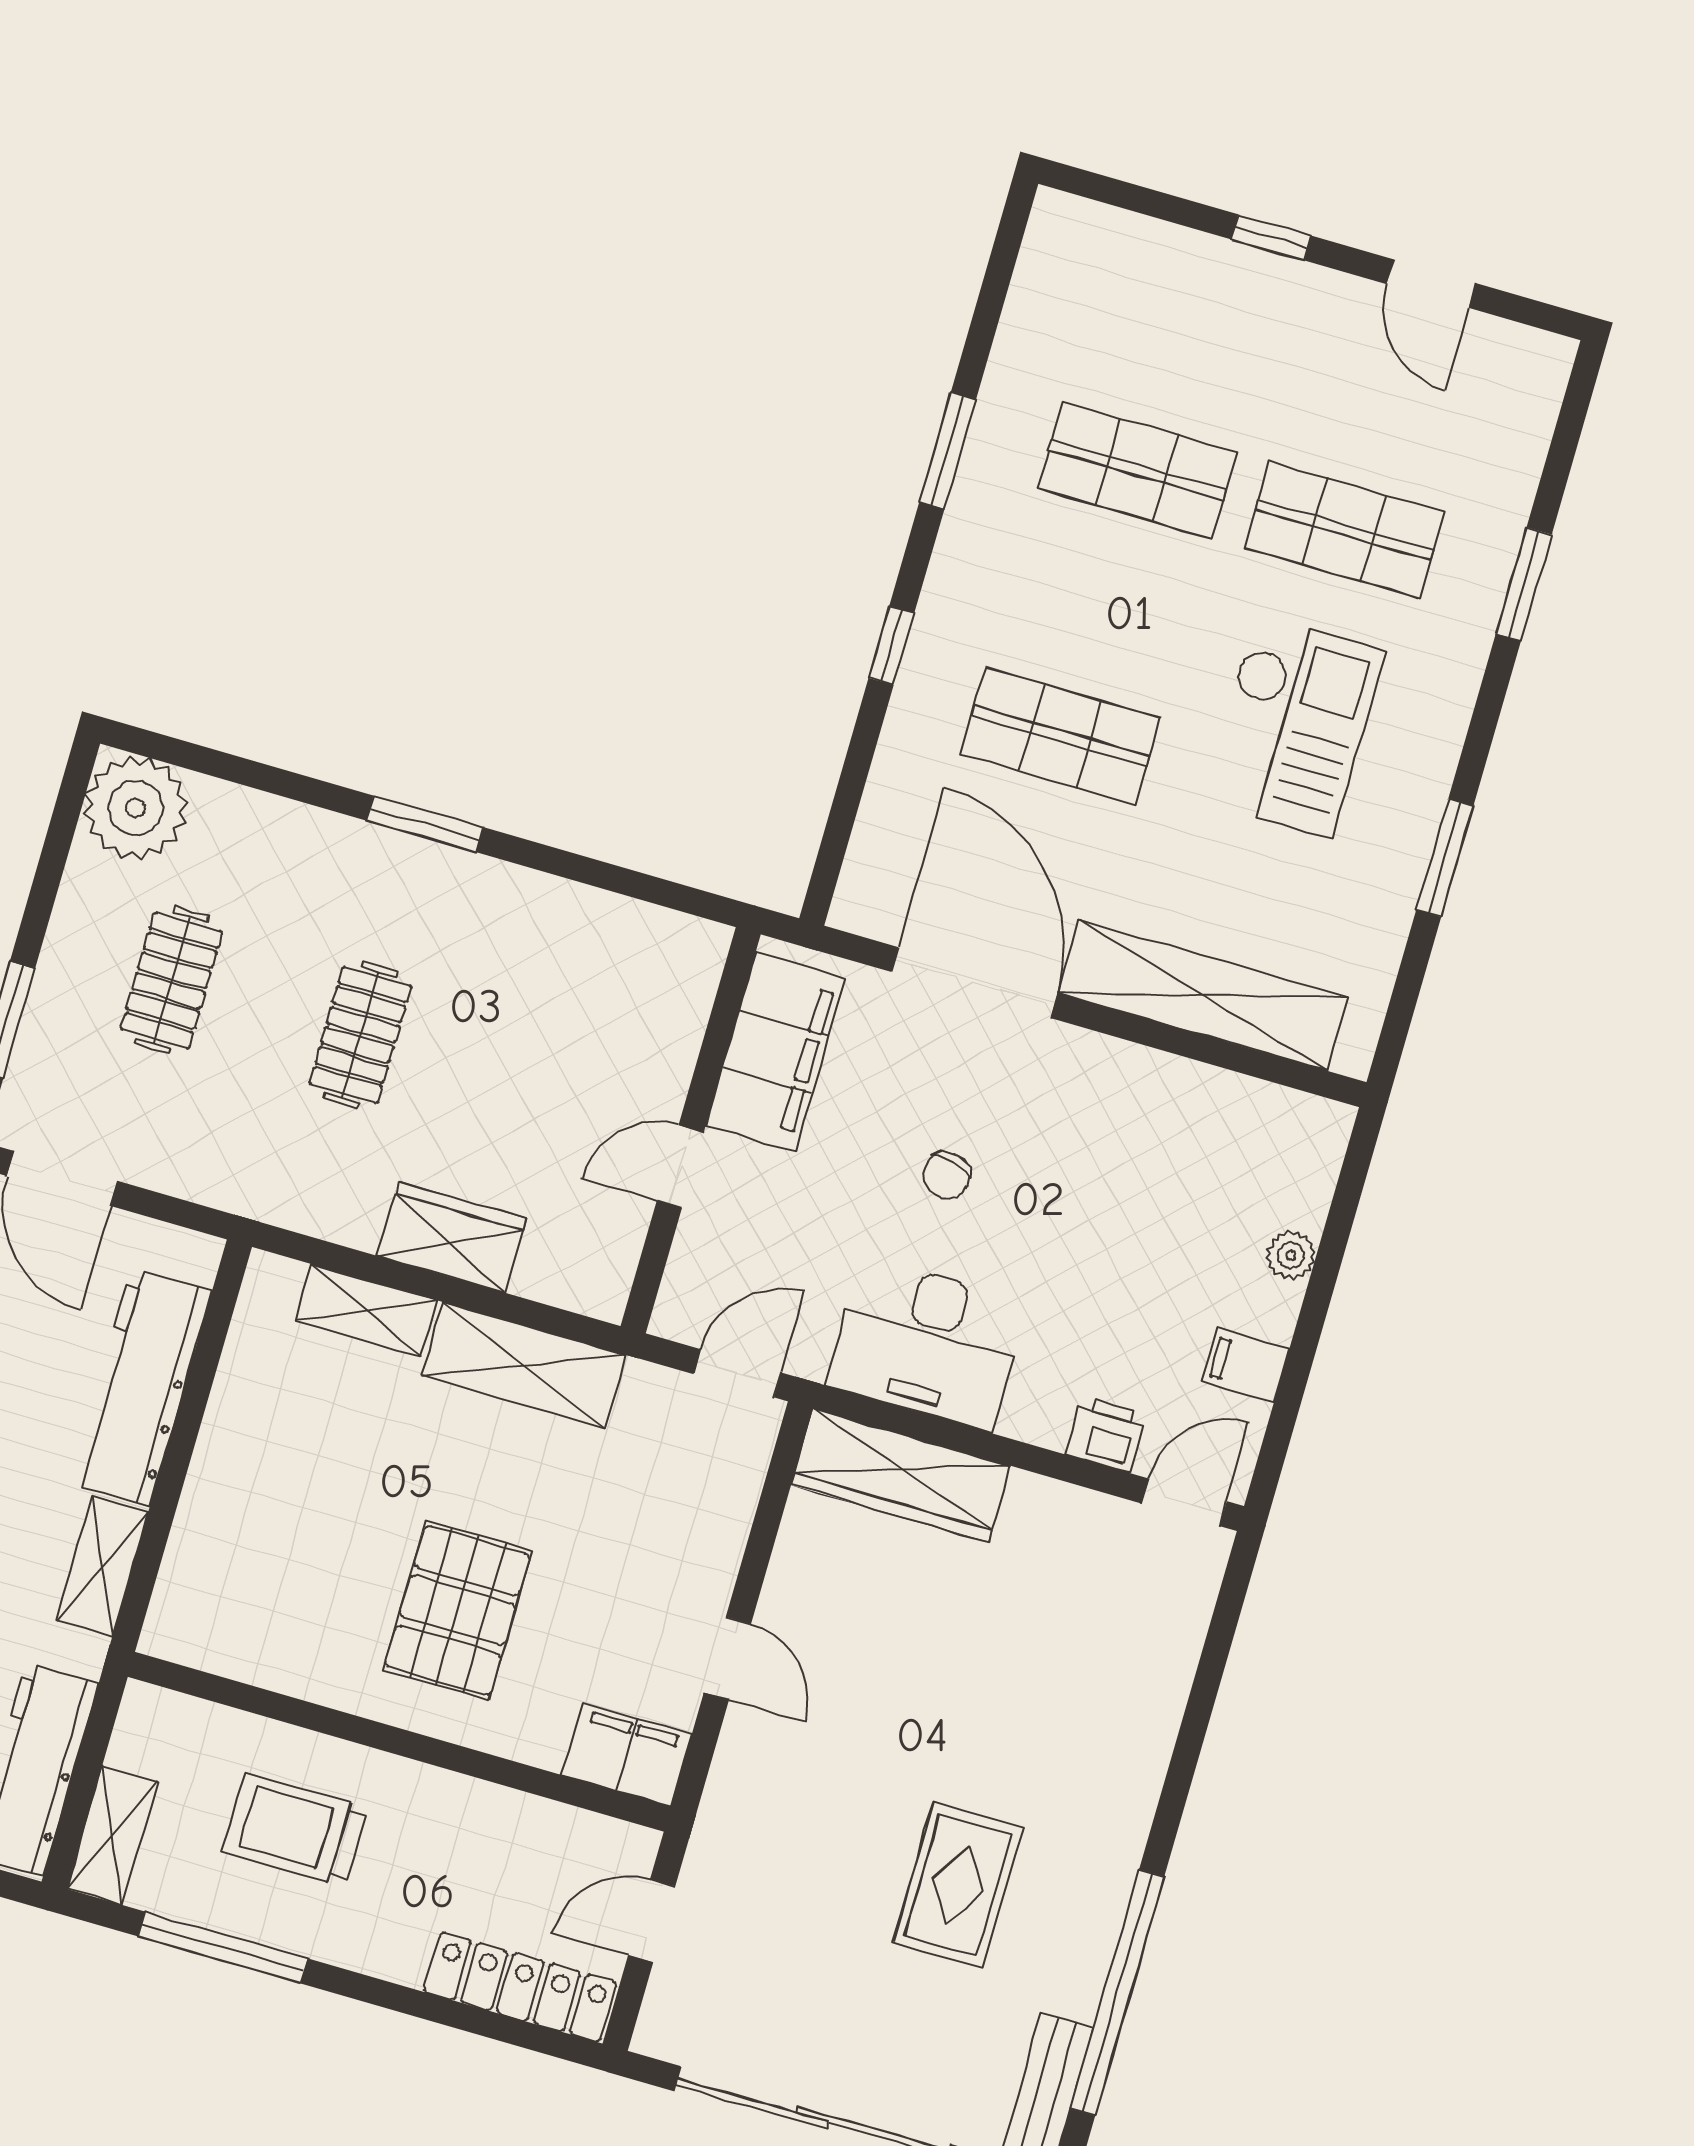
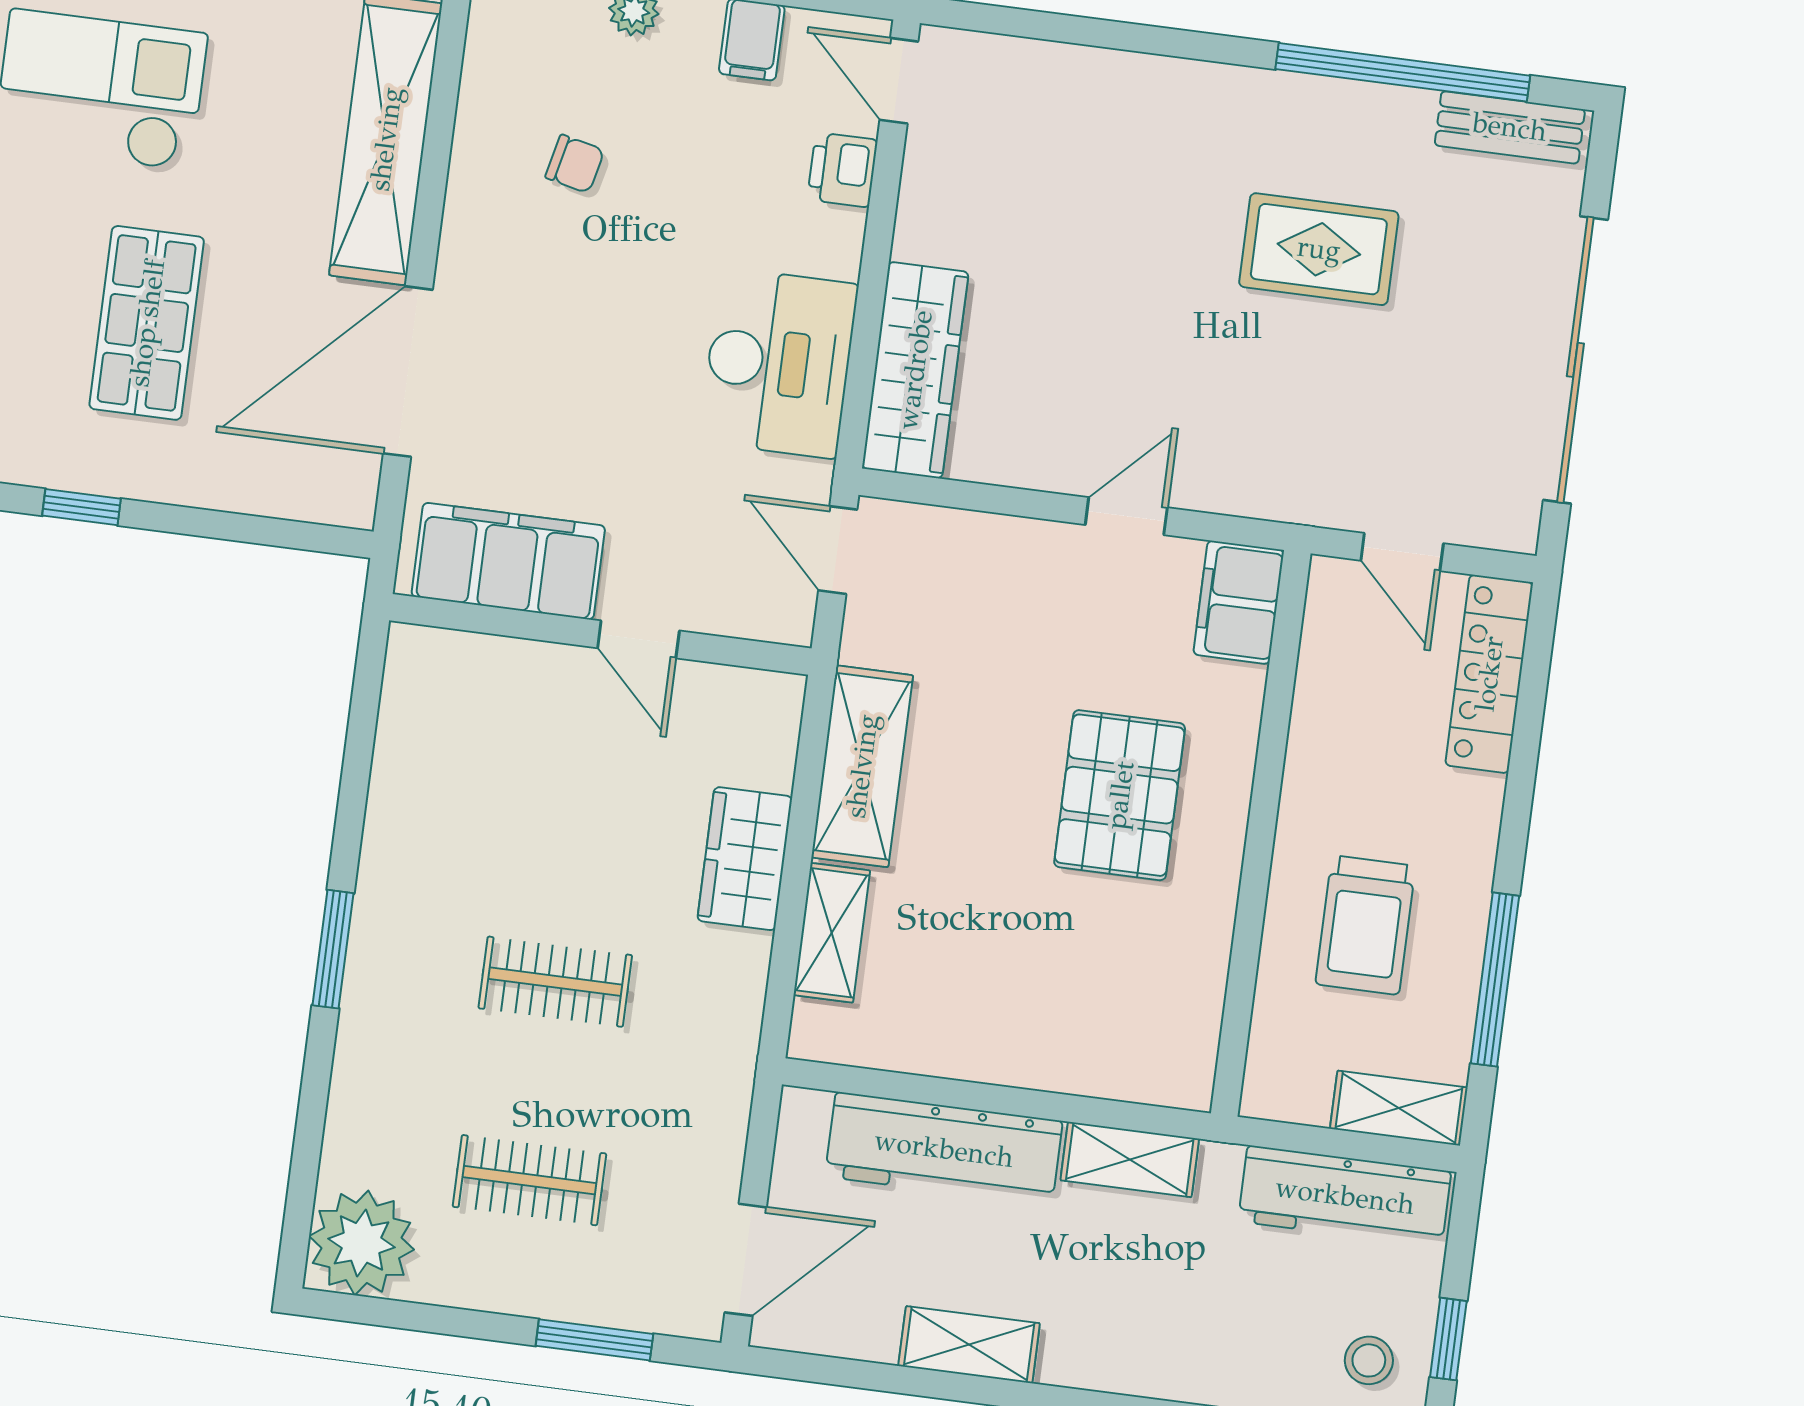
chair: (947, 1175) -> (575, 164), moved
pallet: (458, 1610) -> (1120, 795), turned 90

